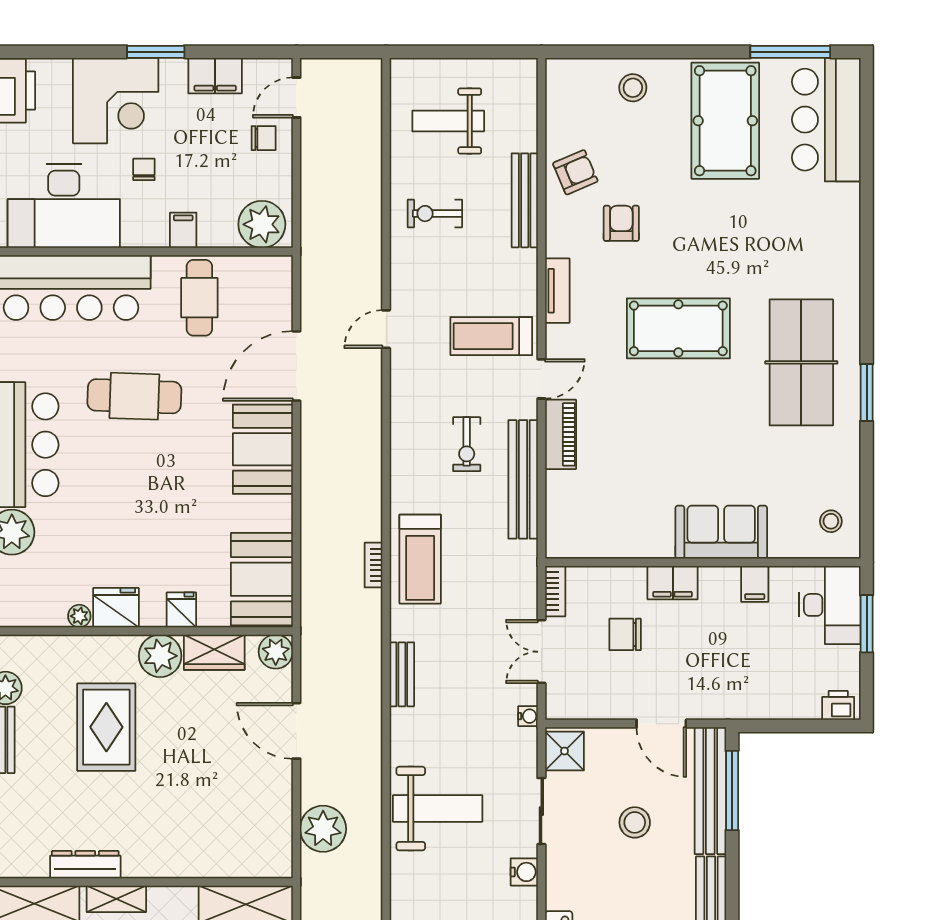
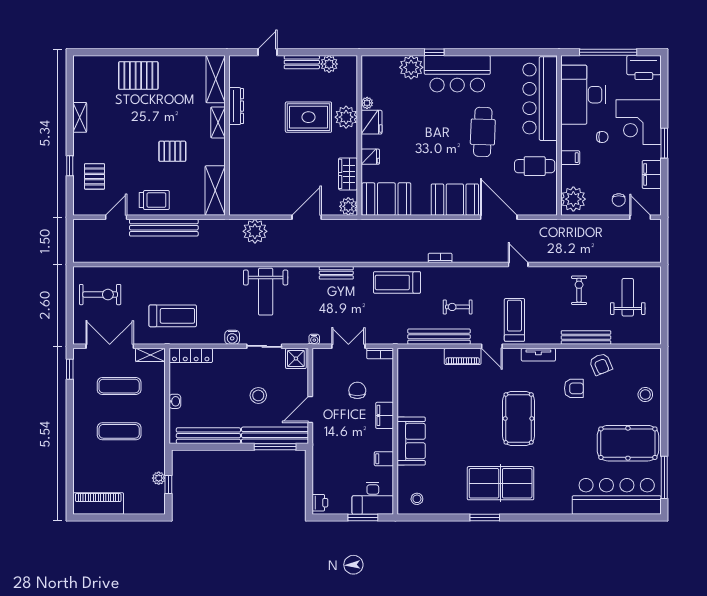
bar counter: (826, 120) -> (617, 496), width x1.36
bookcase: (374, 565) -> (440, 258), moved
plant: (160, 656) -> (346, 117), moved

